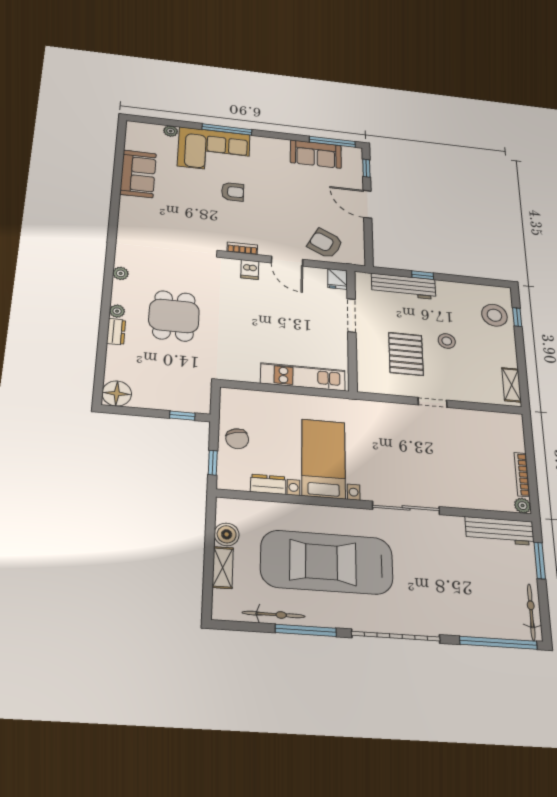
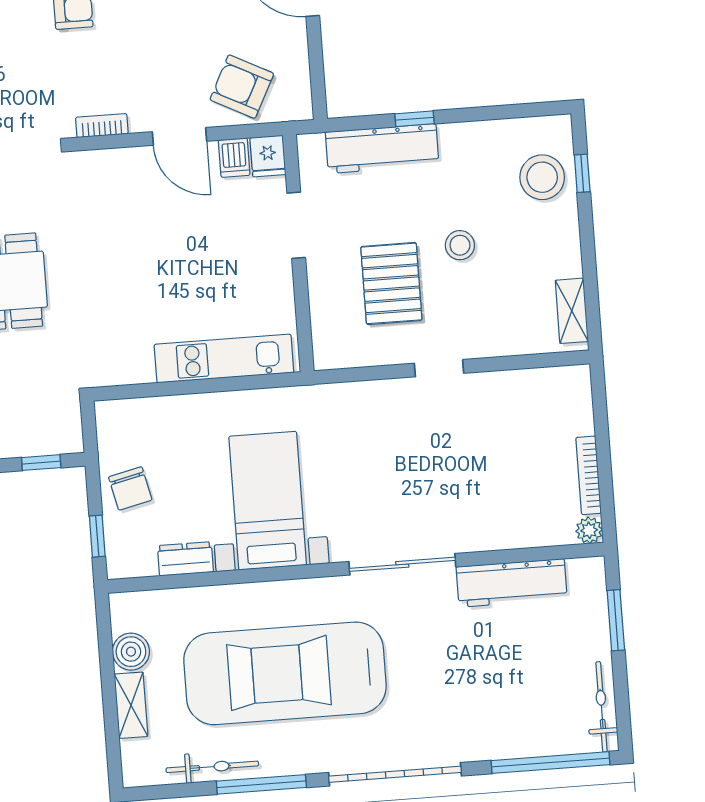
dishwasher: (250, 269) -> (234, 158), moved
workbench: (500, 531) -> (512, 583), moved

